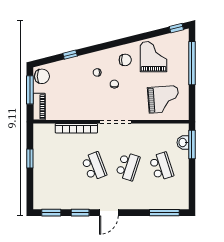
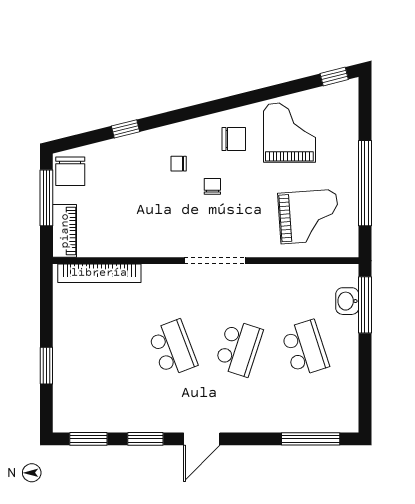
window: (192, 63) -> (365, 183), moved
chair: (42, 76) -> (70, 171), turned 90
bookcase: (76, 128) -> (99, 273), moved
window: (30, 159) -> (46, 366), moved

